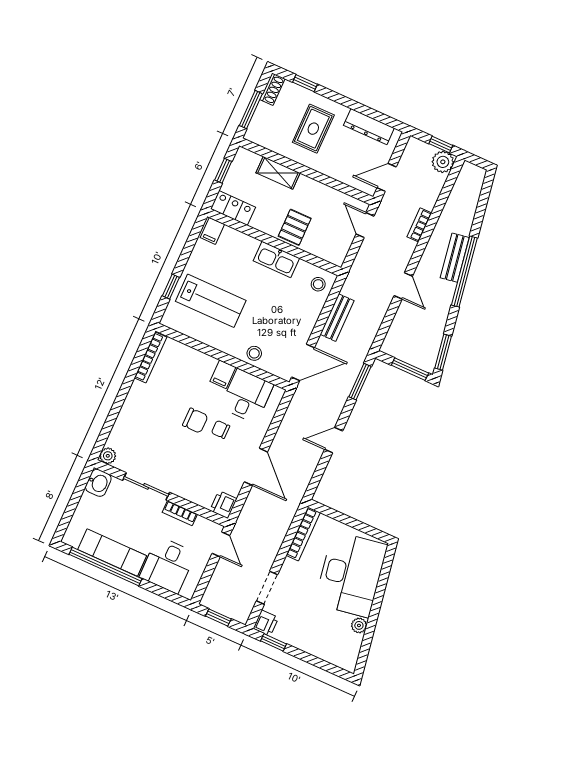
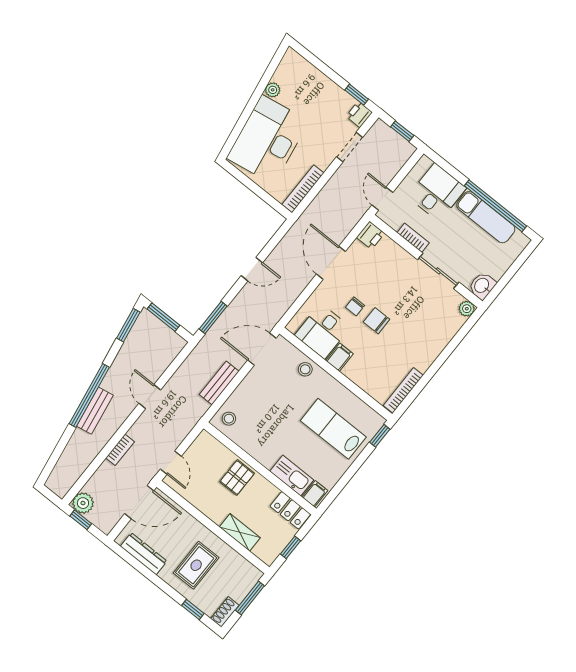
door: (387, 177) -> (139, 502), width x1.37
kitchen sink: (276, 259) -> (292, 476), moved
window: (171, 287) -> (380, 436), moved
chair: (221, 429) -> (355, 306), turned 90

